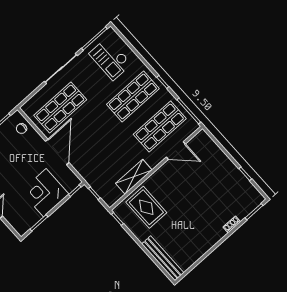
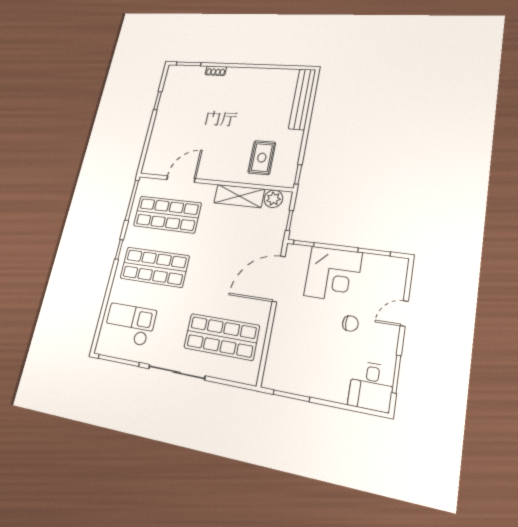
checkout: (110, 59) -> (130, 324), turned -90
chair: (22, 129) -> (350, 324), moved
door: (176, 151) -> (181, 179), hinge flipped
door: (57, 152) -> (279, 279), moved
plant: (115, 194) -> (273, 199), added
rug: (146, 207) -> (262, 158), width x0.73, depth x0.70

